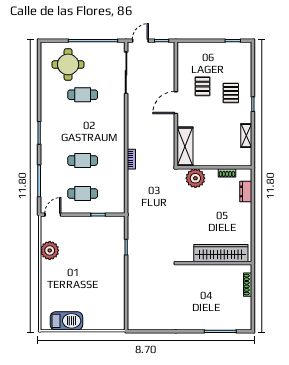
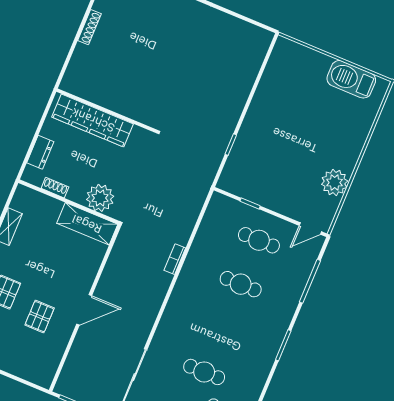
shelving: (185, 147) -> (87, 224), moved, turned 90
wardrobe: (221, 253) -> (93, 120), moved
wall: (214, 263) -> (107, 111), moved

